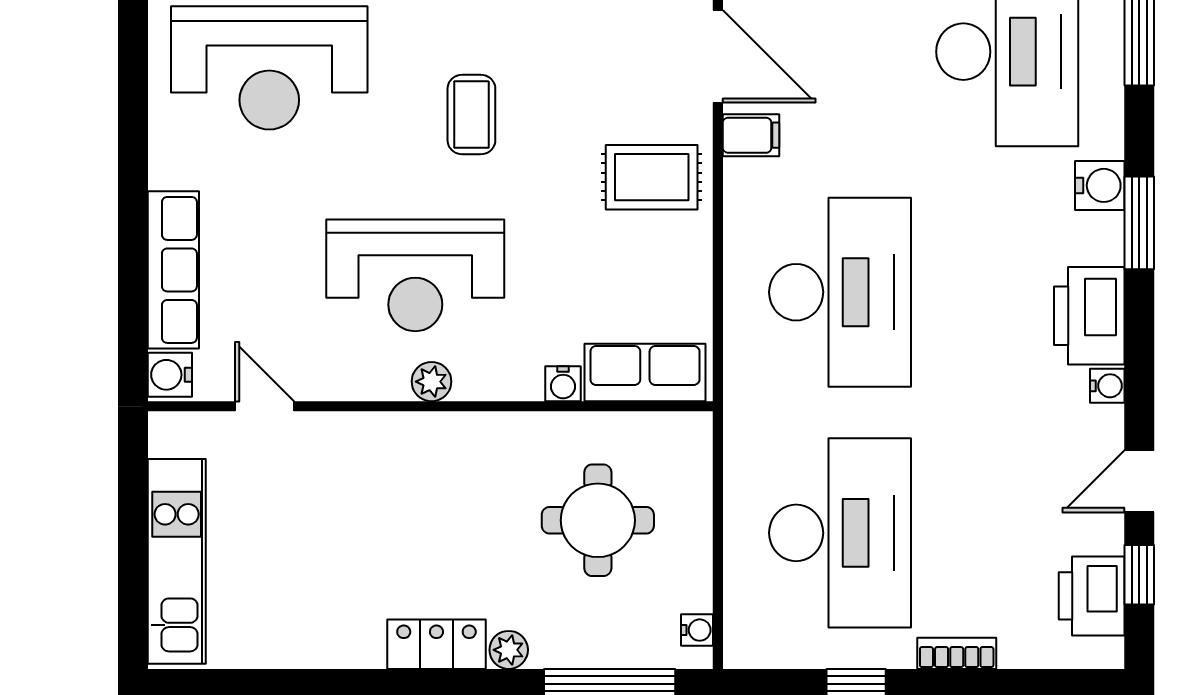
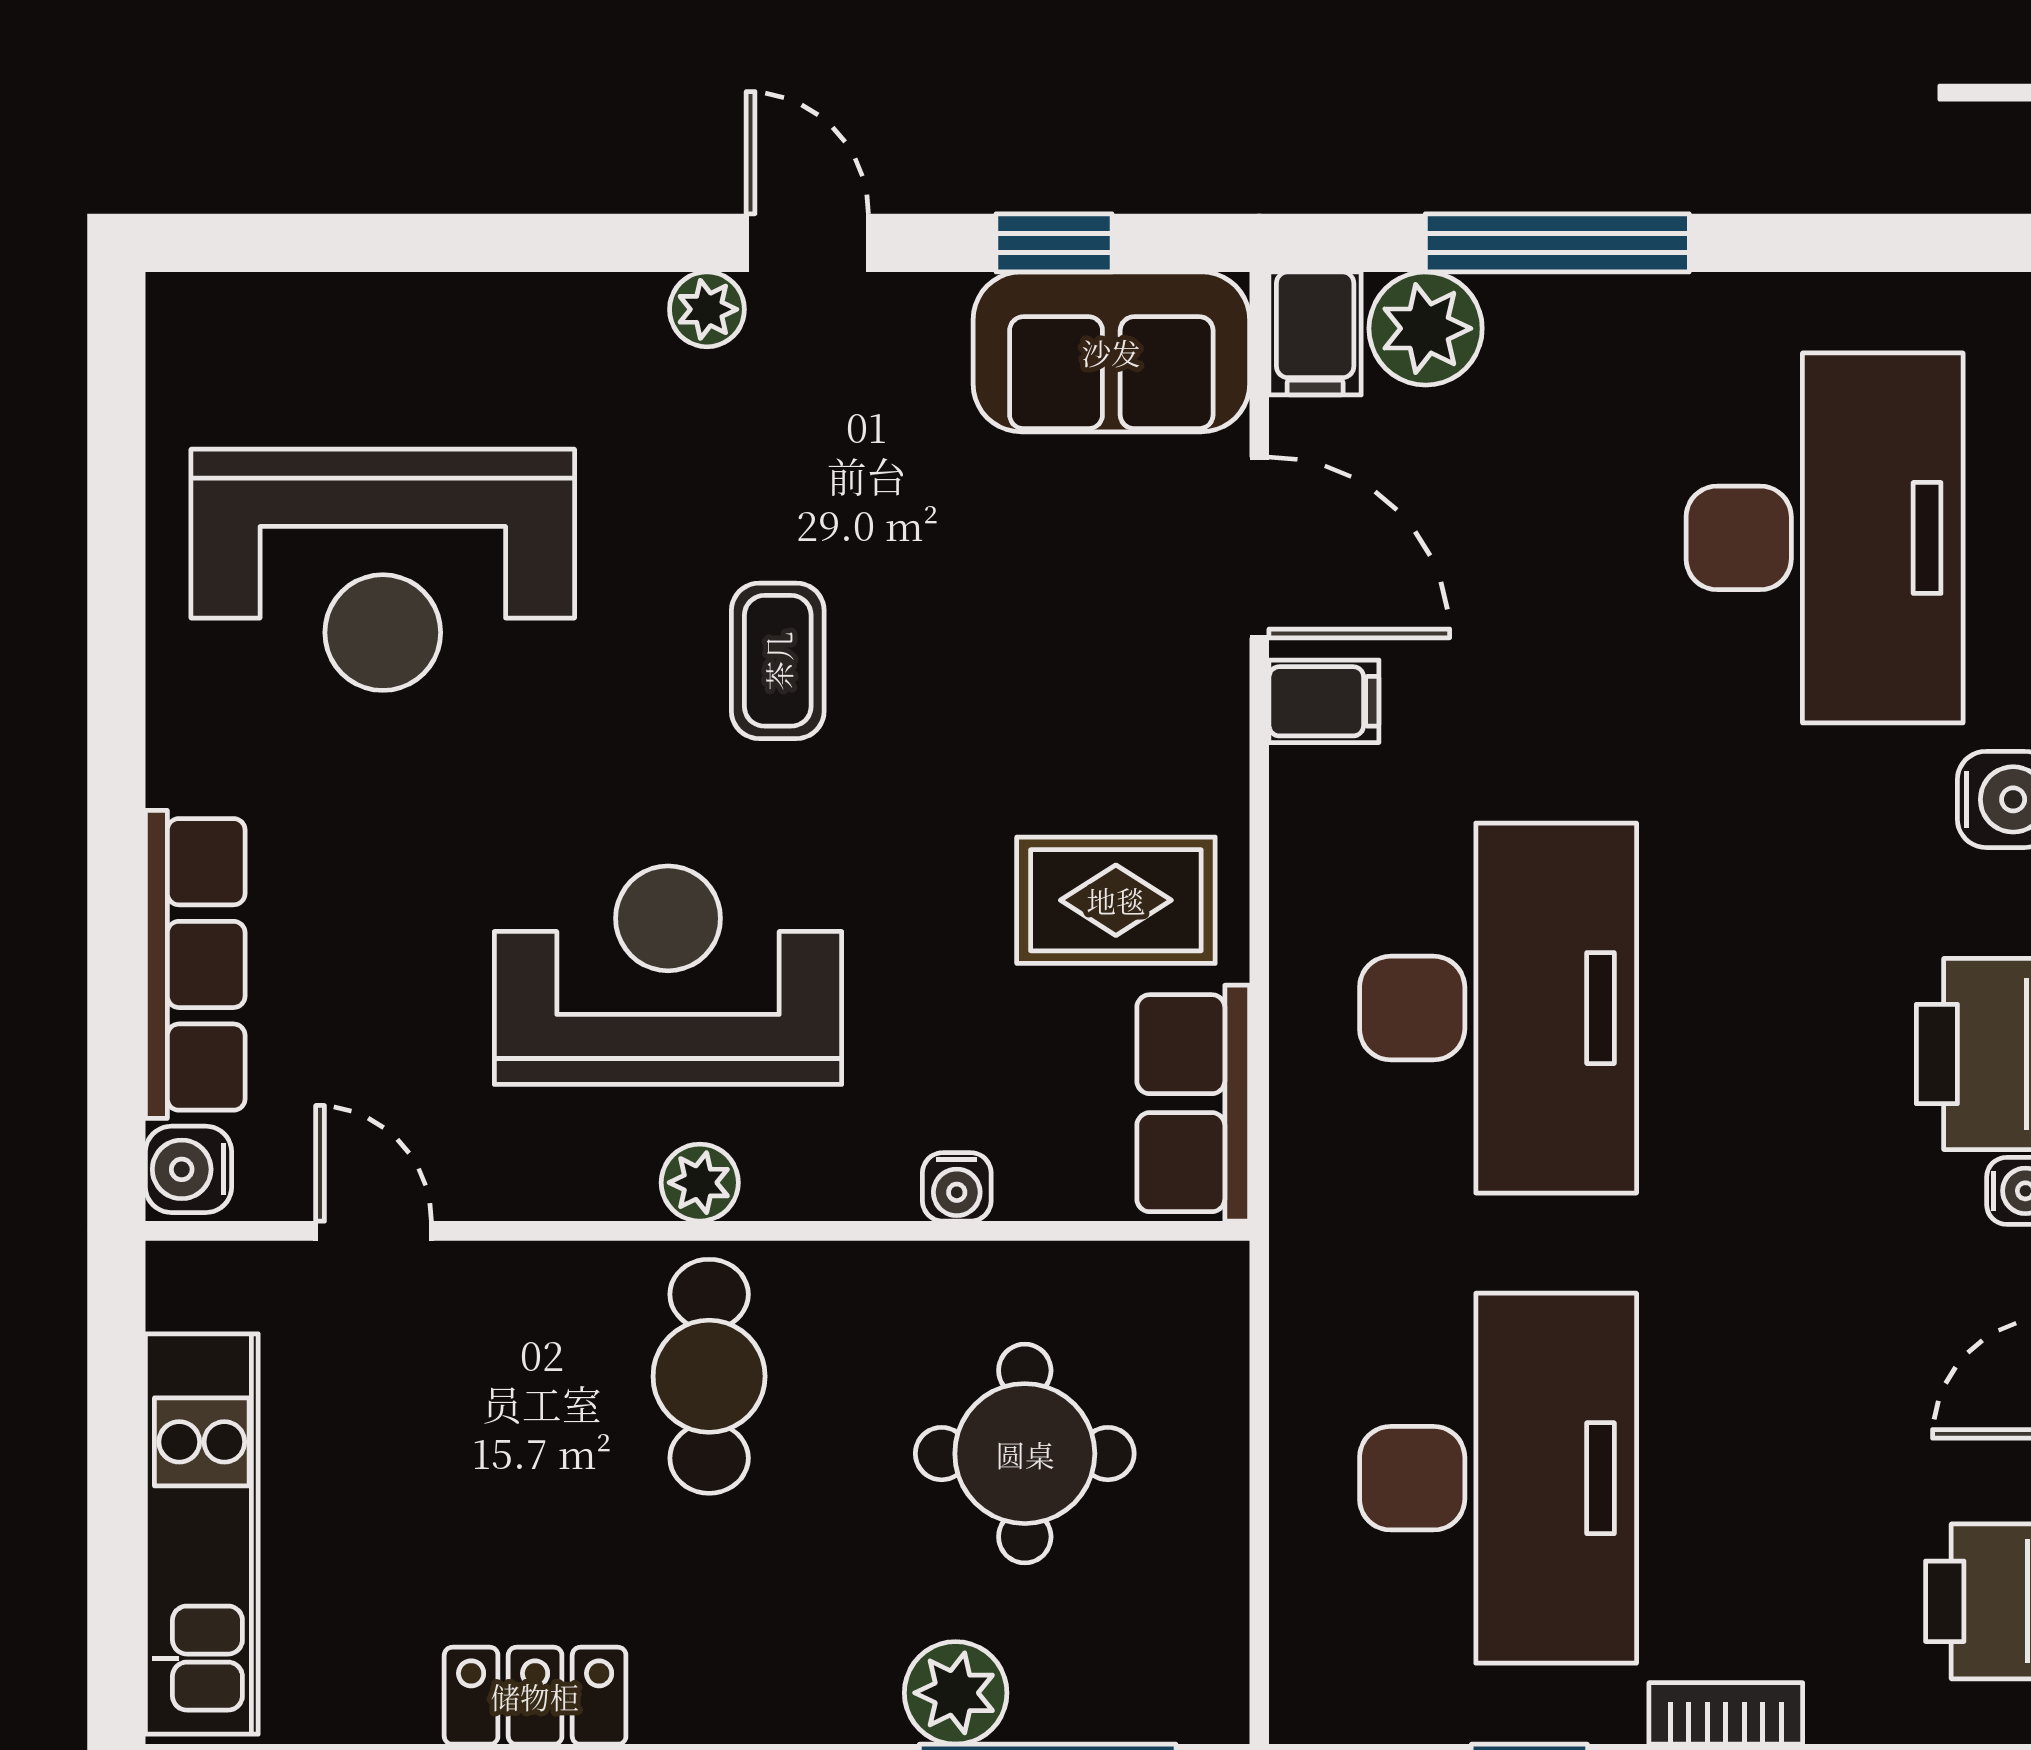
rug: (652, 177) -> (1116, 900), moved
reception desk: (415, 275) -> (668, 975), turned 180
row of seats: (645, 372) -> (1193, 1103), moved, turned -90
cafe table: (436, 481) -> (709, 1376), added
water cooler: (697, 630) -> (1219, 1668), removed
locker: (436, 644) -> (535, 1696), moved
plant: (509, 650) -> (956, 1693), moved, width x1.38, depth x1.38

